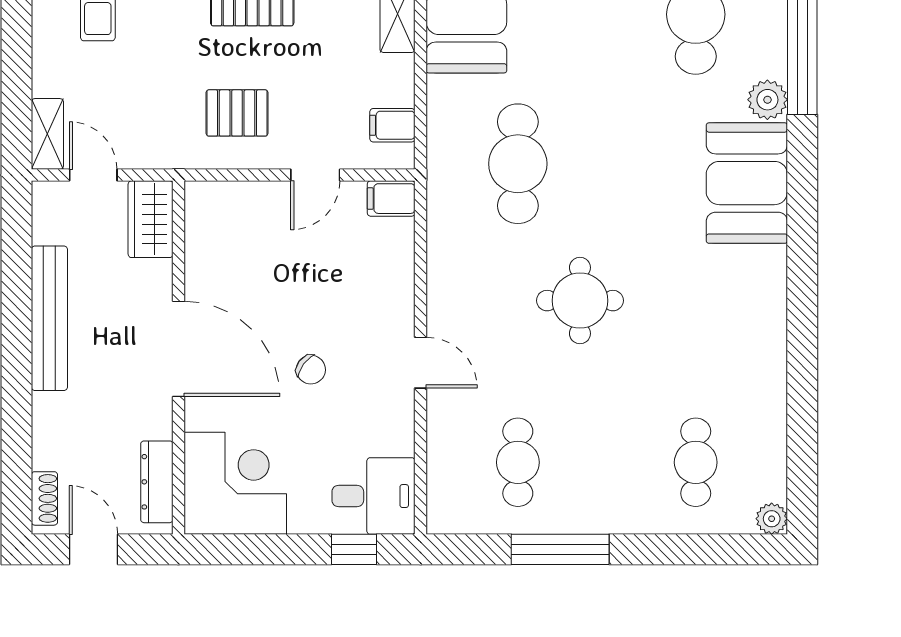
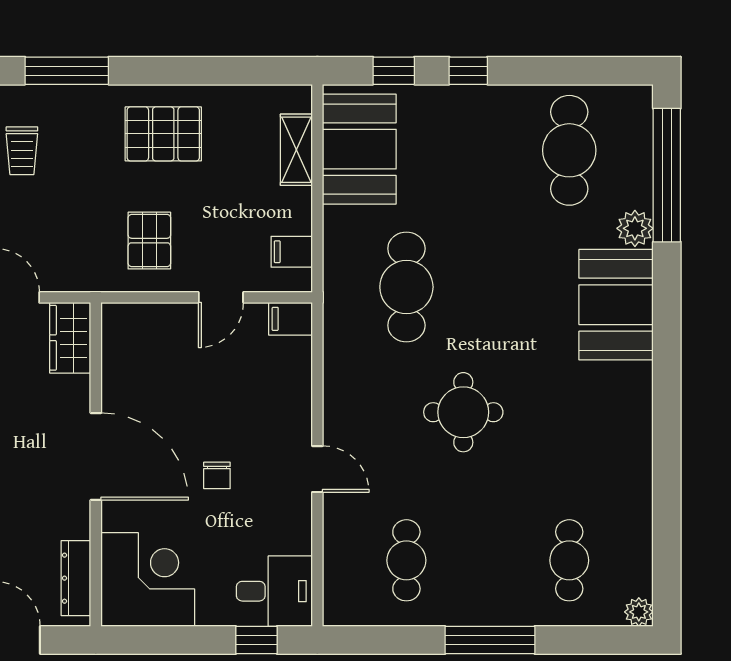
pallet: (237, 113) -> (149, 241), turned 90
chair: (311, 370) -> (217, 475), turned 53
window: (560, 549) -> (490, 640), moved

